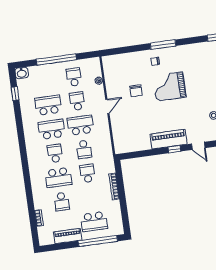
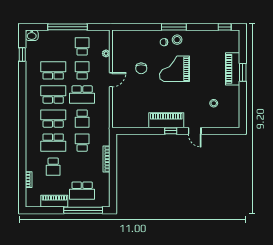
stool: (168, 57) -> (177, 40), added
school desk: (81, 125) -> (82, 94), turned 180
school desk: (55, 153) -> (53, 119), width x1.85

